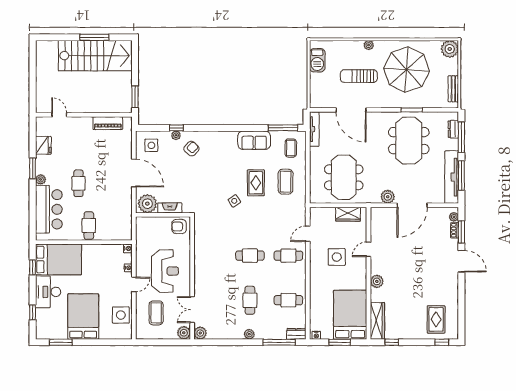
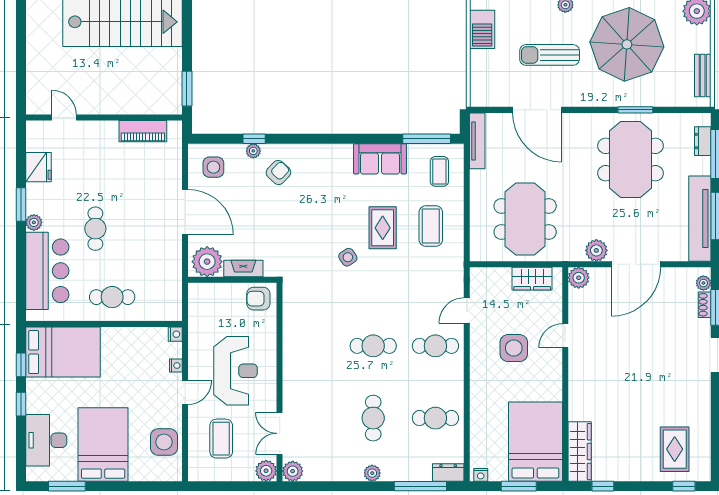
cafe table: (89, 226) -> (112, 297), turned 90
plant: (377, 281) -> (579, 278), moved
desk: (48, 292) -> (46, 440), moved
window: (33, 312) -> (21, 404), moved

